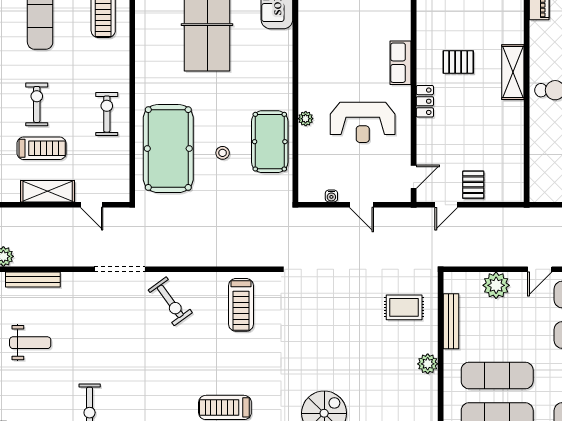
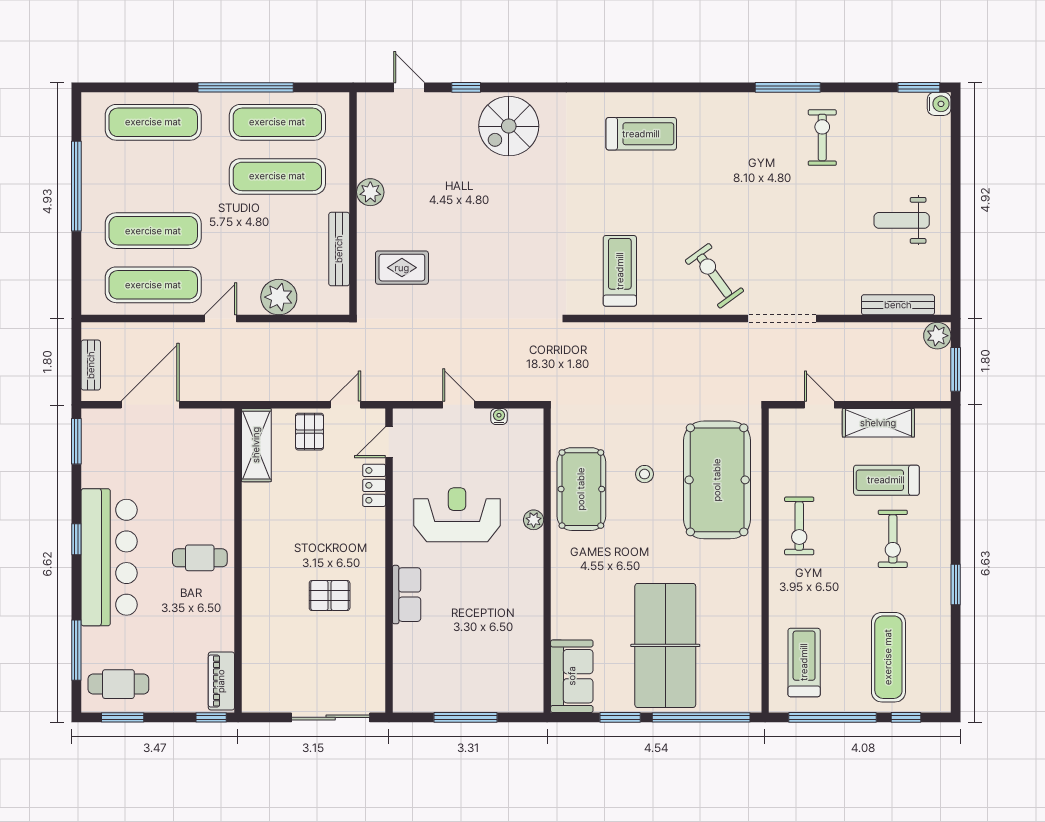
shelving: (513, 72) -> (256, 445), moved
locker: (425, 101) -> (374, 485), moved

